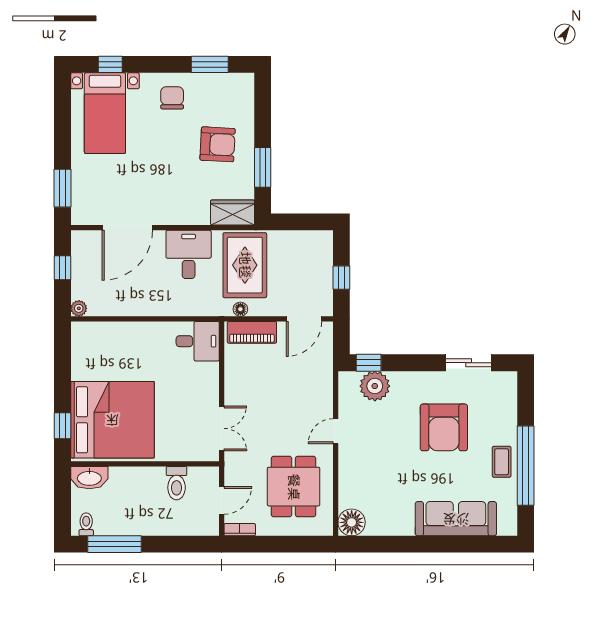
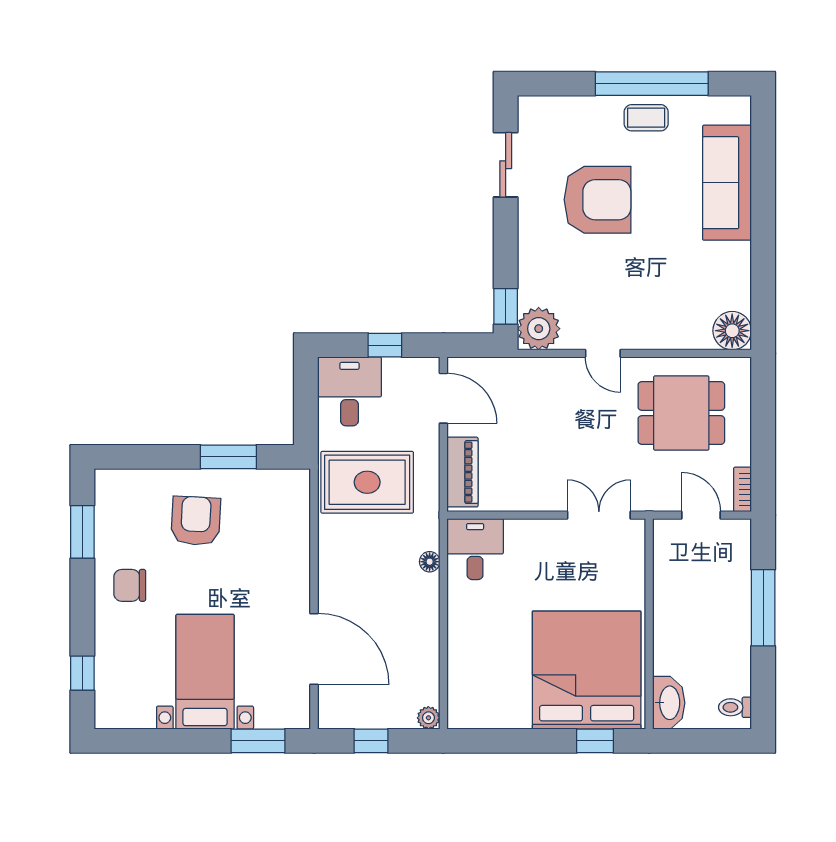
bed with nightstands: (105, 113) -> (205, 672), moved, turned -90
wardrobe: (233, 213) -> (293, 500), removed
desk: (189, 254) -> (349, 391), moved, turned 90
floor lamp: (240, 309) -> (430, 562), moved
plant: (375, 386) -> (539, 329), moved
toilet: (177, 483) -> (677, 579), removed
window: (115, 544) -> (763, 608), moved

